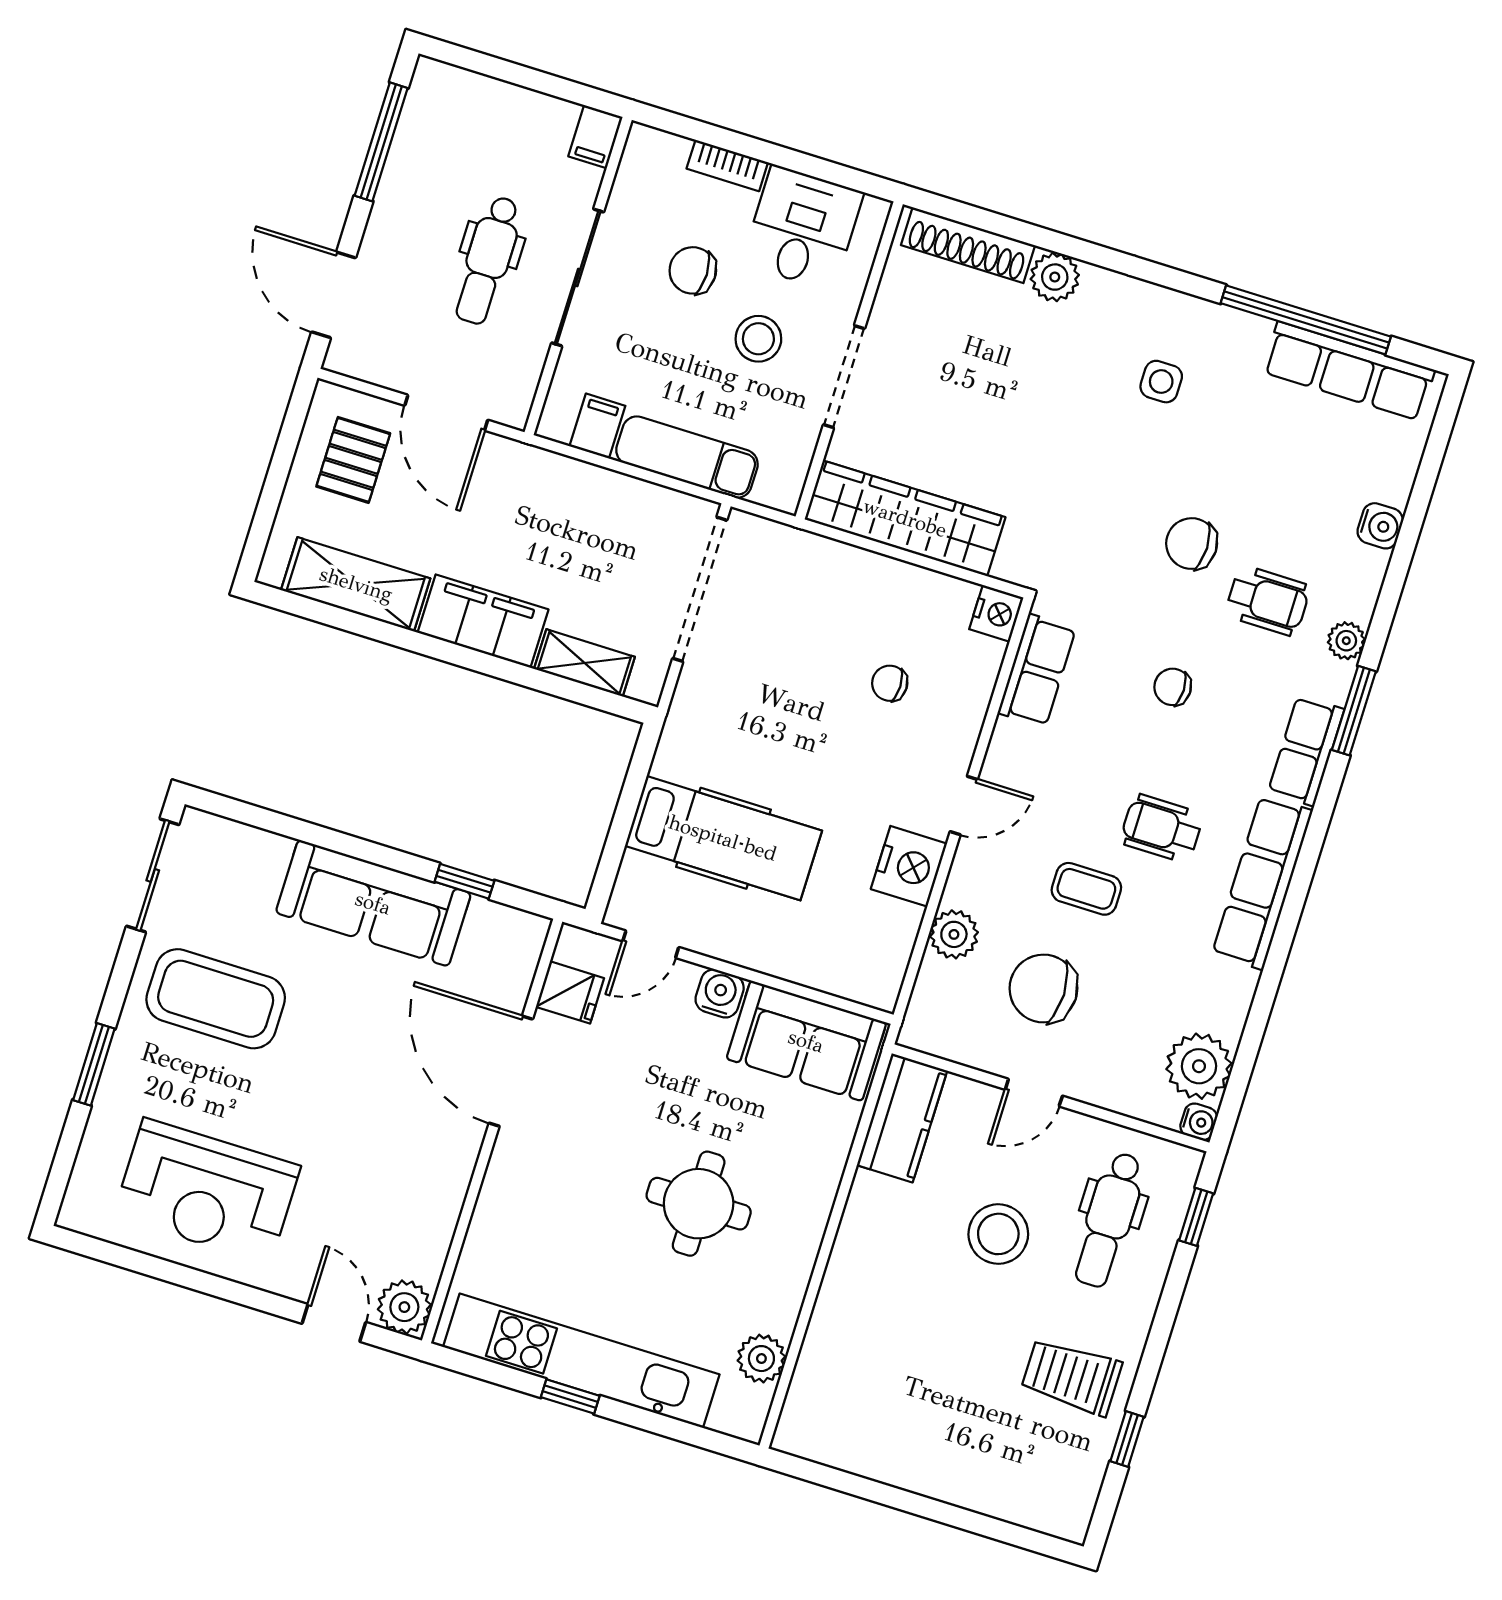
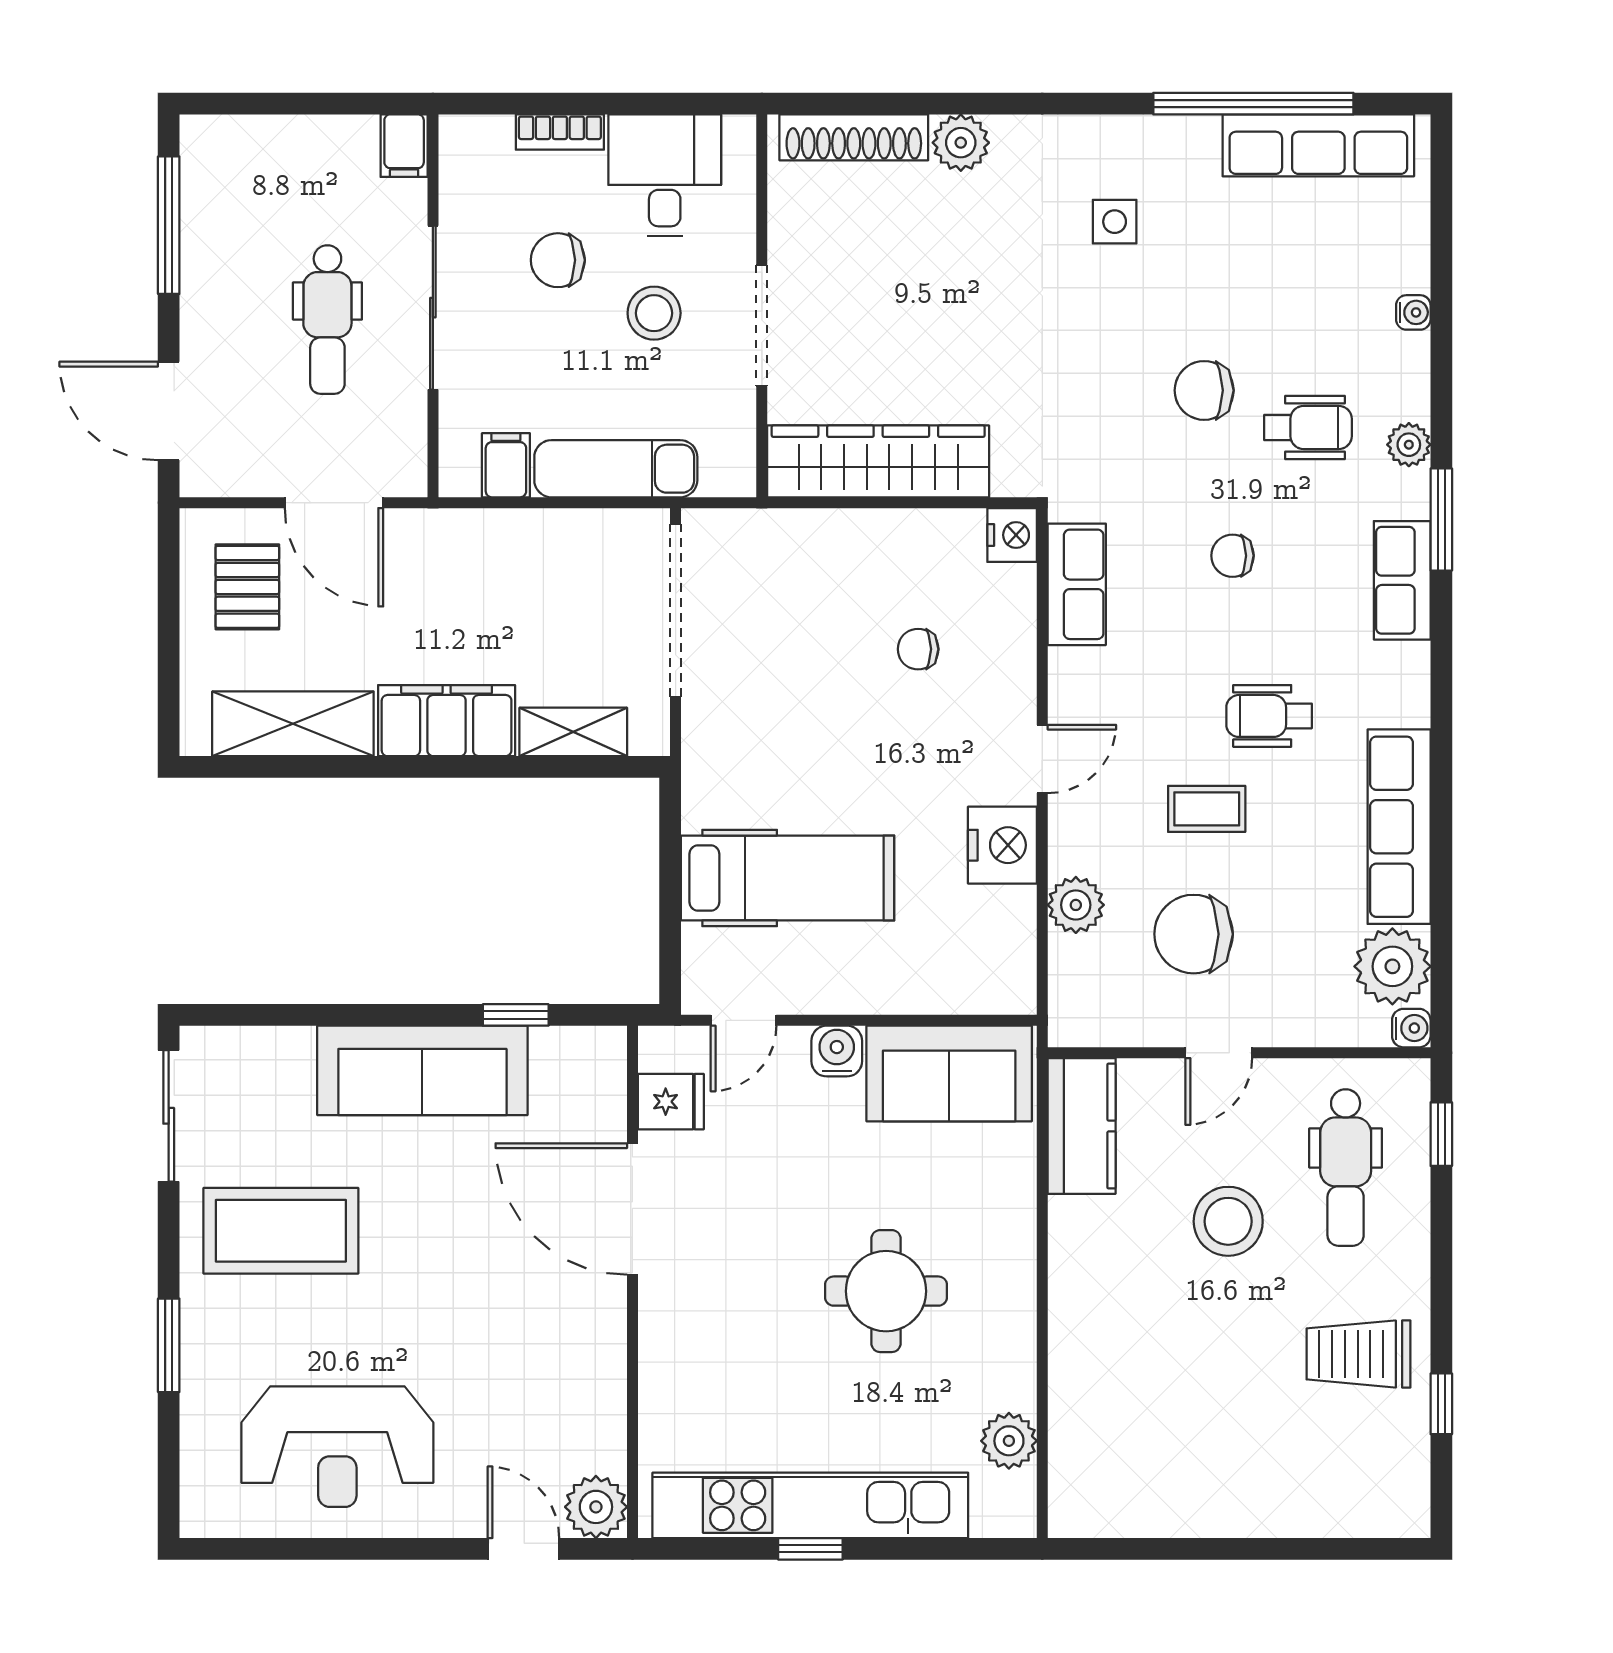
water cooler: (1380, 526) -> (1413, 312), width x0.72, depth x0.72
row of seats: (1262, 882) -> (1399, 827), moved

